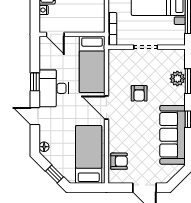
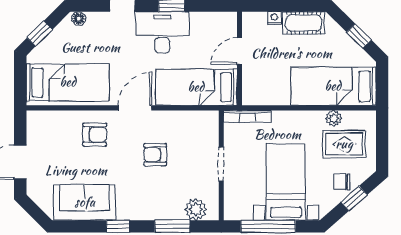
door: (55, 34) -> (239, 51), moved
plant: (177, 79) -> (196, 209), moved
sofa: (172, 135) -> (85, 202), width x0.73
armchair: (119, 161) -> (95, 134), moved, turned -90

